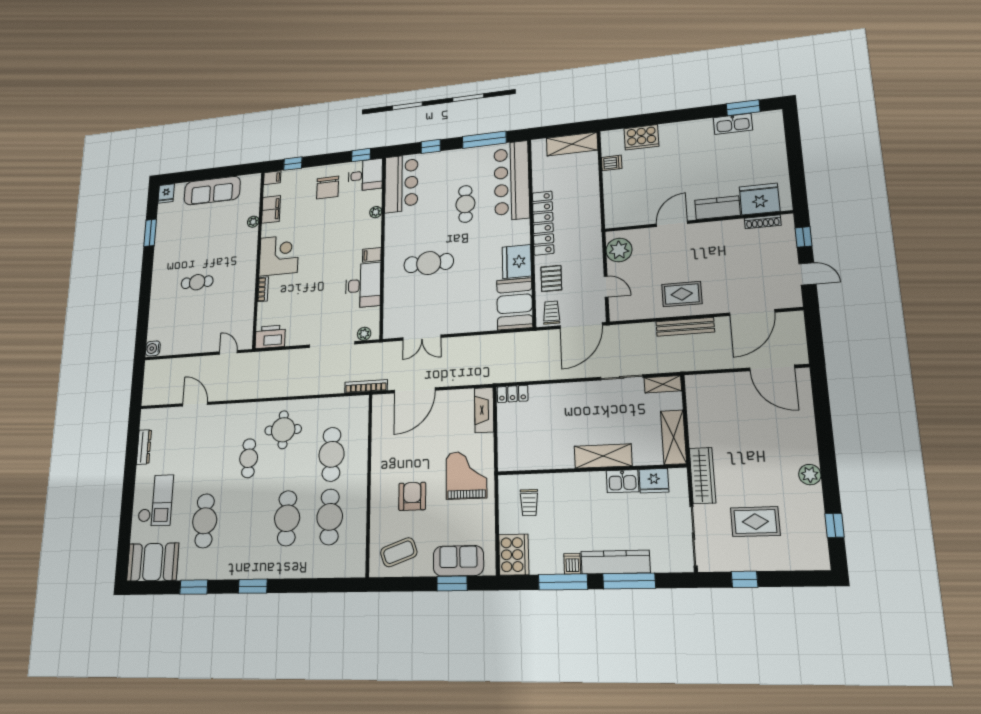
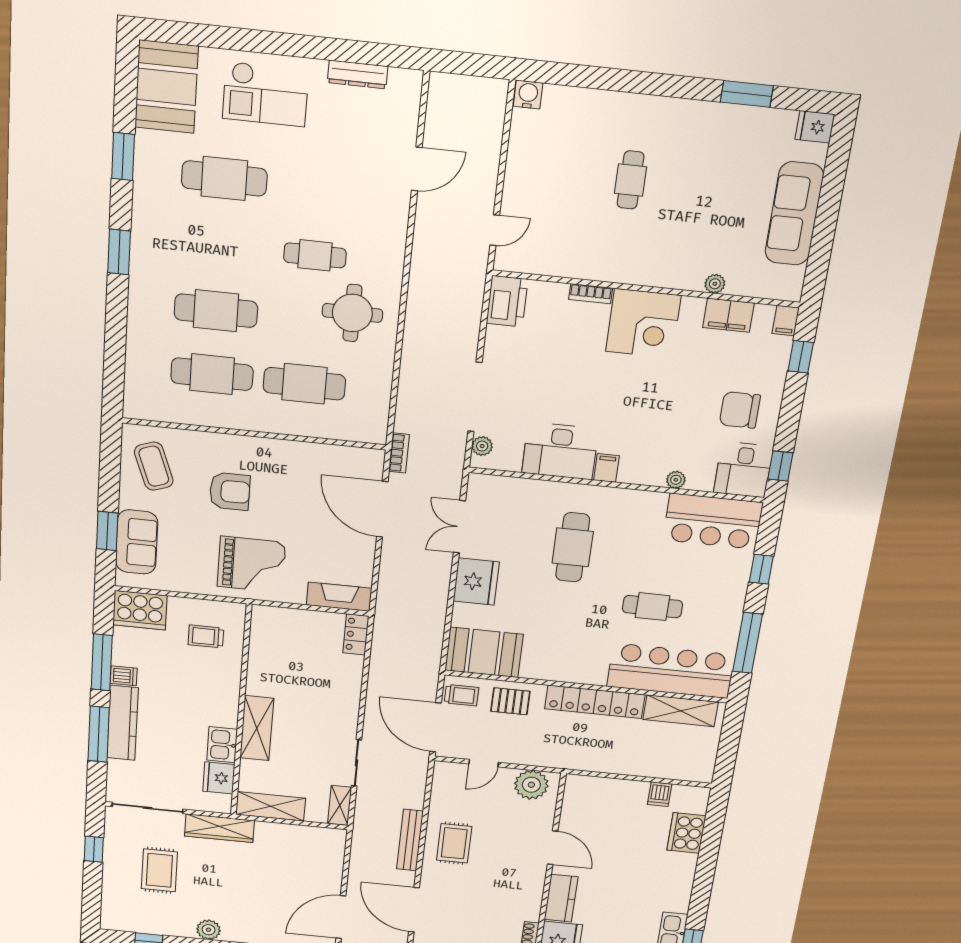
shelving: (572, 144) -> (681, 711), moved, turned 90
fridge: (517, 262) -> (476, 582), moved, turned 90
bookcase: (366, 386) -> (399, 453), width x0.64

